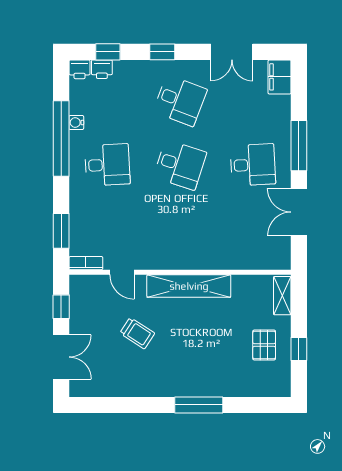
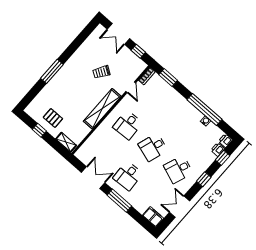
desk: (107, 165) -> (128, 125), moved
door: (122, 272) -> (131, 87), swing flipped

